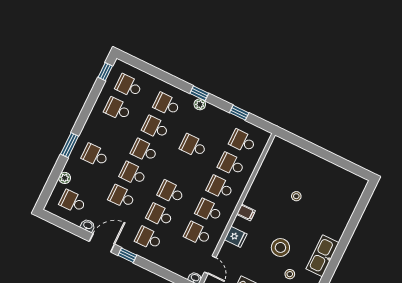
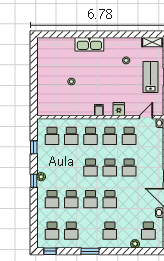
window: (70, 145) -> (90, 251), moved
school desk: (193, 146) -> (91, 167), moved
school desk: (122, 197) -> (129, 199), removed
school desk: (148, 238) -> (148, 167), removed
stool: (280, 247) -> (111, 75), removed
kitchen sink: (322, 256) -> (89, 44), moved

